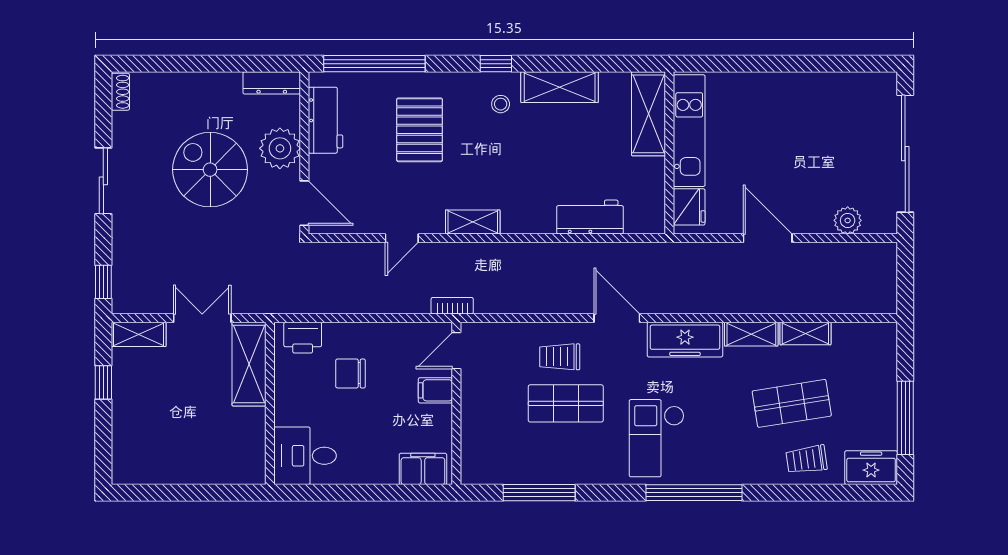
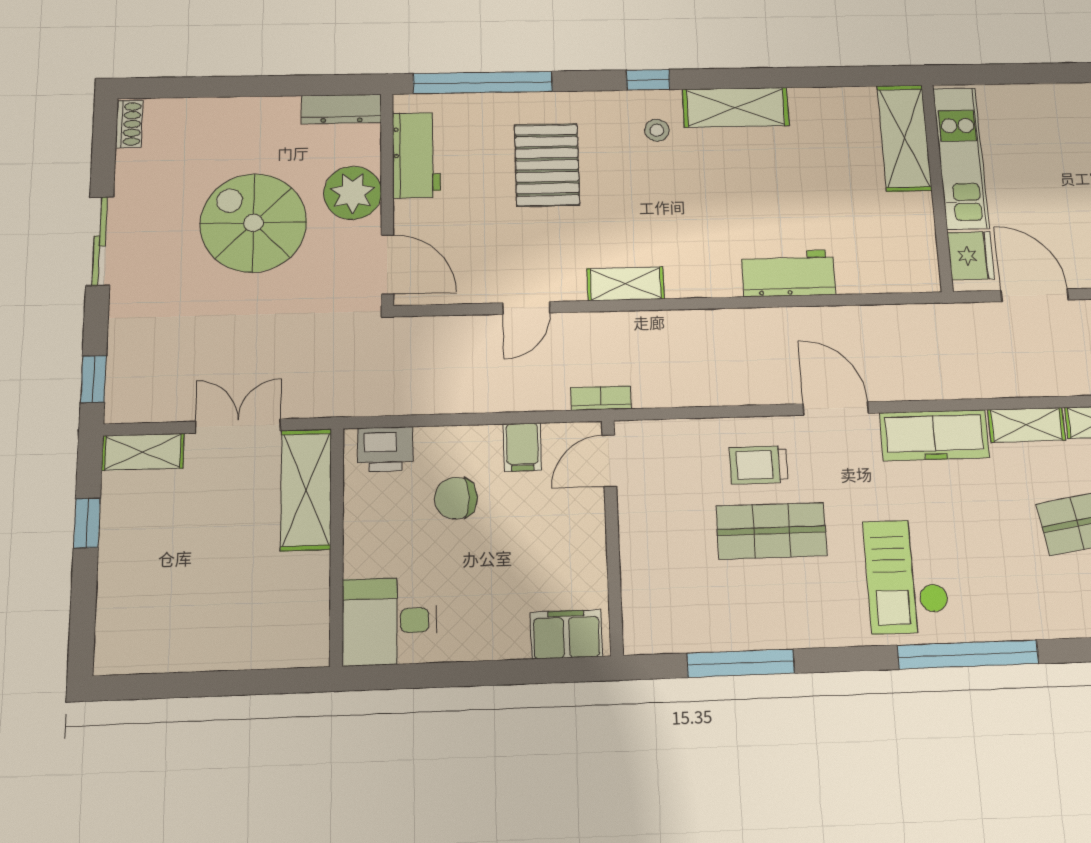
shelving: (649, 114) -> (904, 138), moved
kitchen unit: (689, 131) -> (961, 158), moved
wall: (669, 153) -> (937, 187), moved
fridge: (689, 207) -> (971, 256), moved
filing cabinet: (435, 390) -> (522, 447), moved, turned -90

